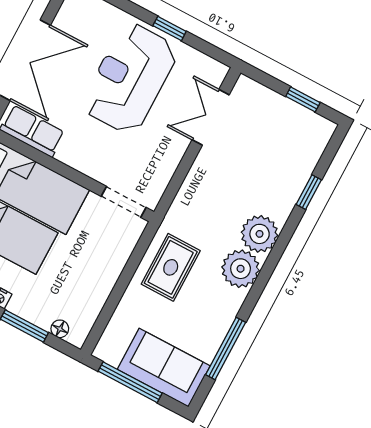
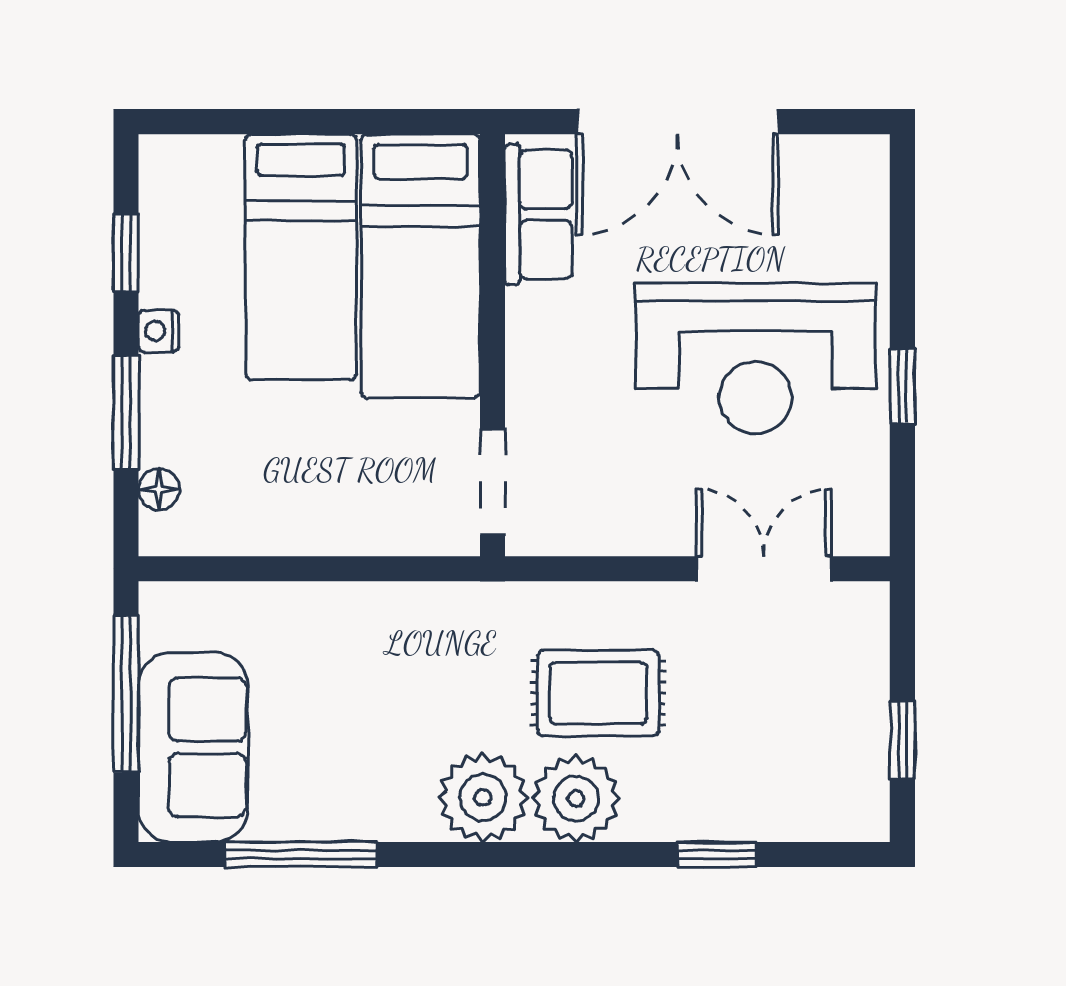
reception desk: (130, 78) -> (755, 358), turned 180
rug: (171, 267) -> (598, 693), moved

